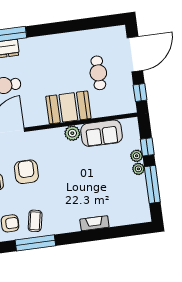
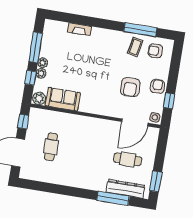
booth: (68, 107) -> (82, 127), removed
plant: (72, 133) -> (39, 98), moved
fireplace: (94, 223) -> (79, 29), moved

